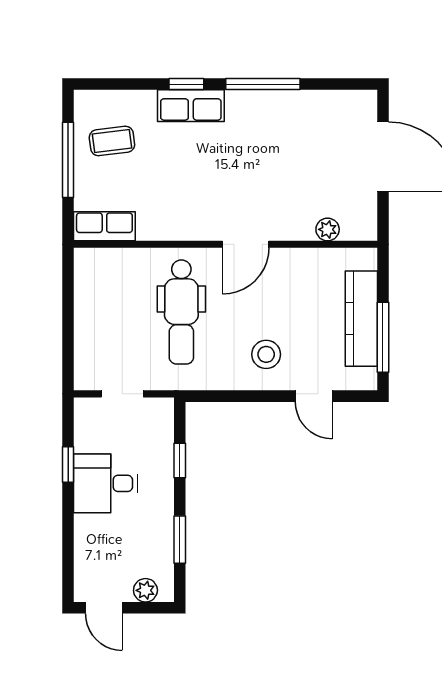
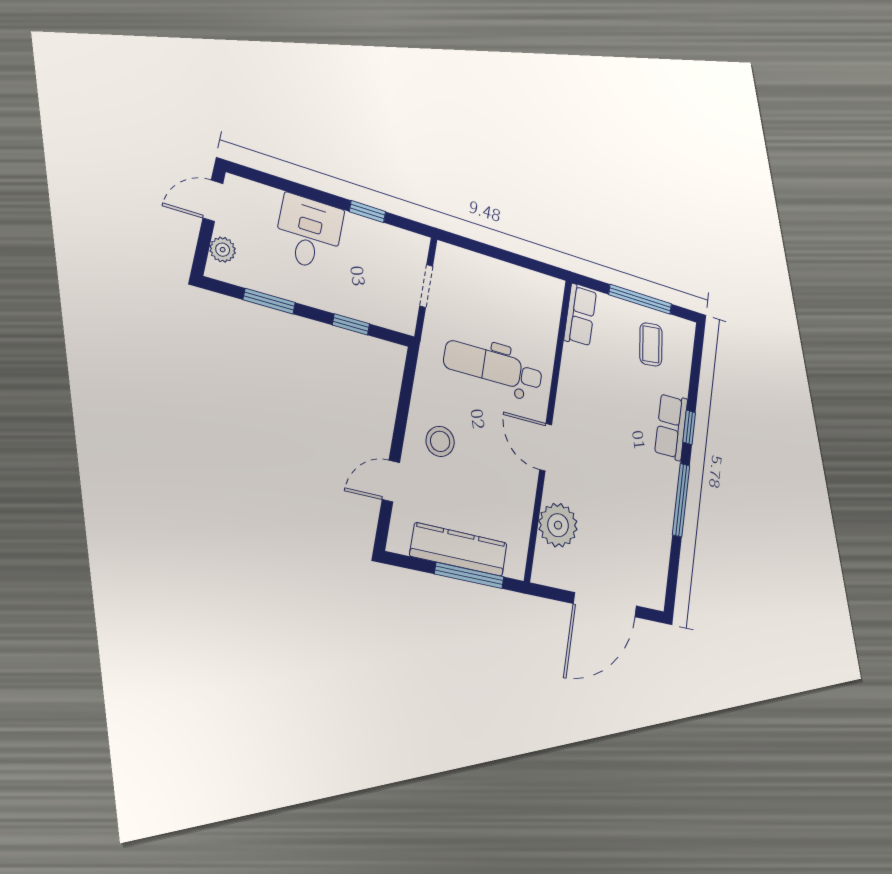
plant: (328, 229) -> (558, 525), width x1.87, depth x1.87
window: (383, 337) -> (469, 576), moved
desk: (106, 483) -> (309, 233), moved

